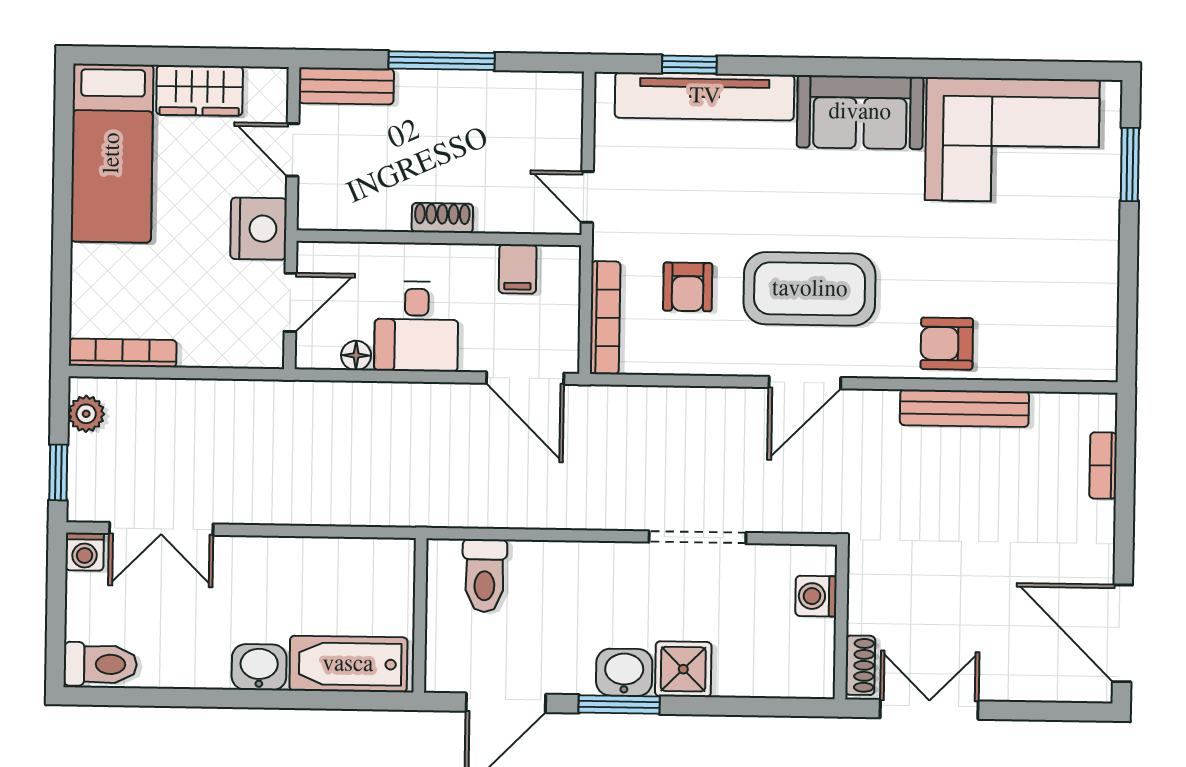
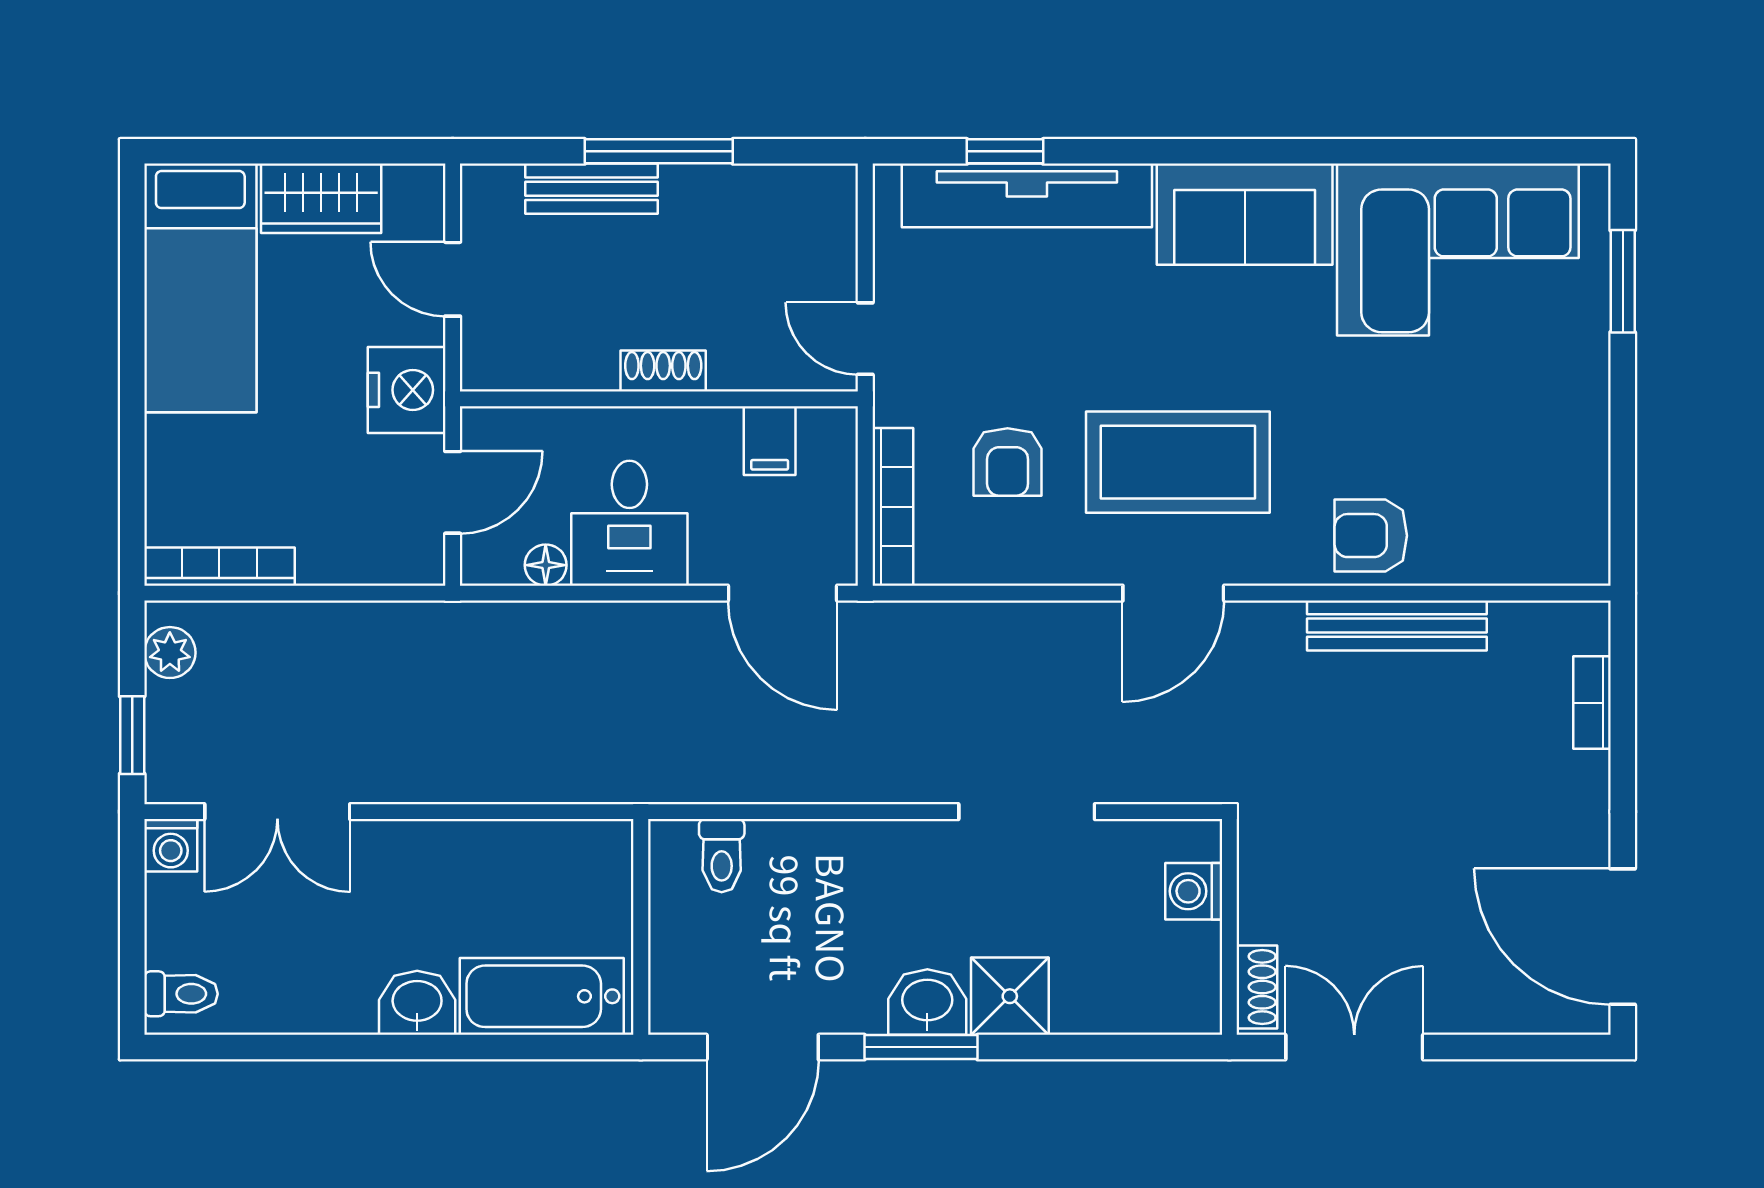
bench: (346, 86) -> (592, 189), moved
toilet: (485, 576) -> (722, 856), width x0.73, depth x0.72
toilet: (100, 664) -> (181, 994), width x0.73, depth x0.72

